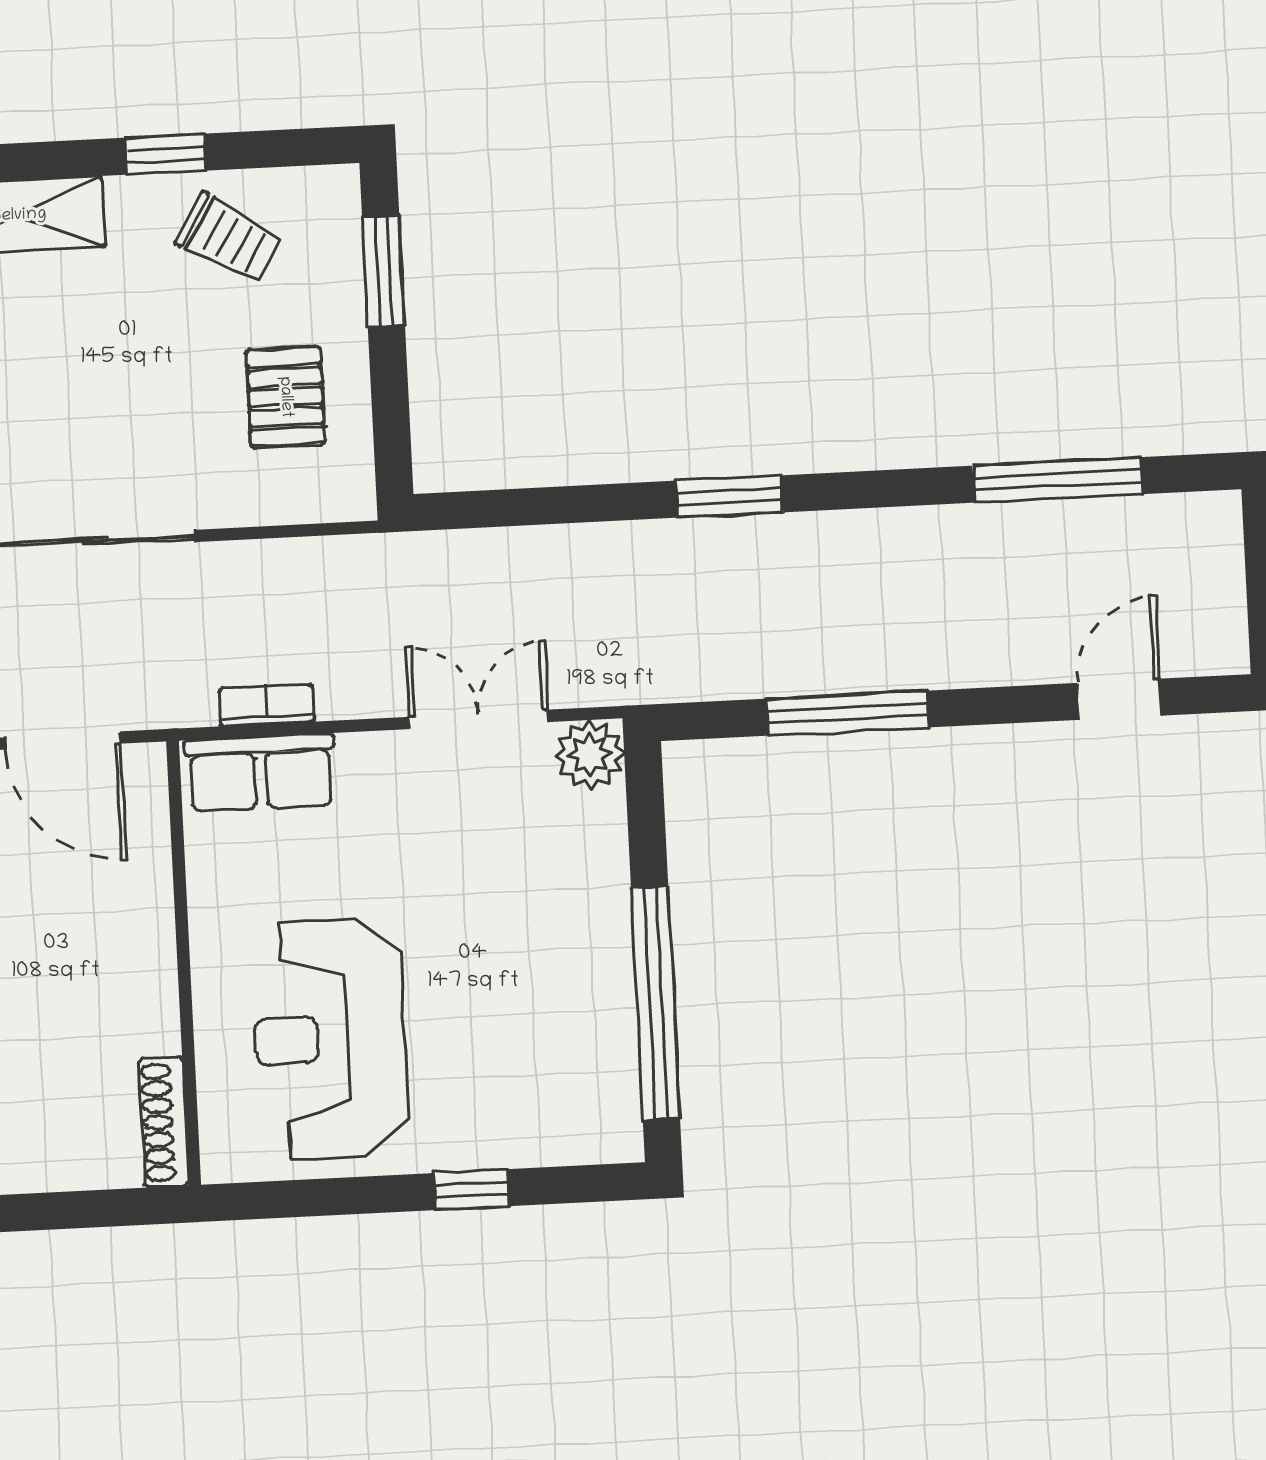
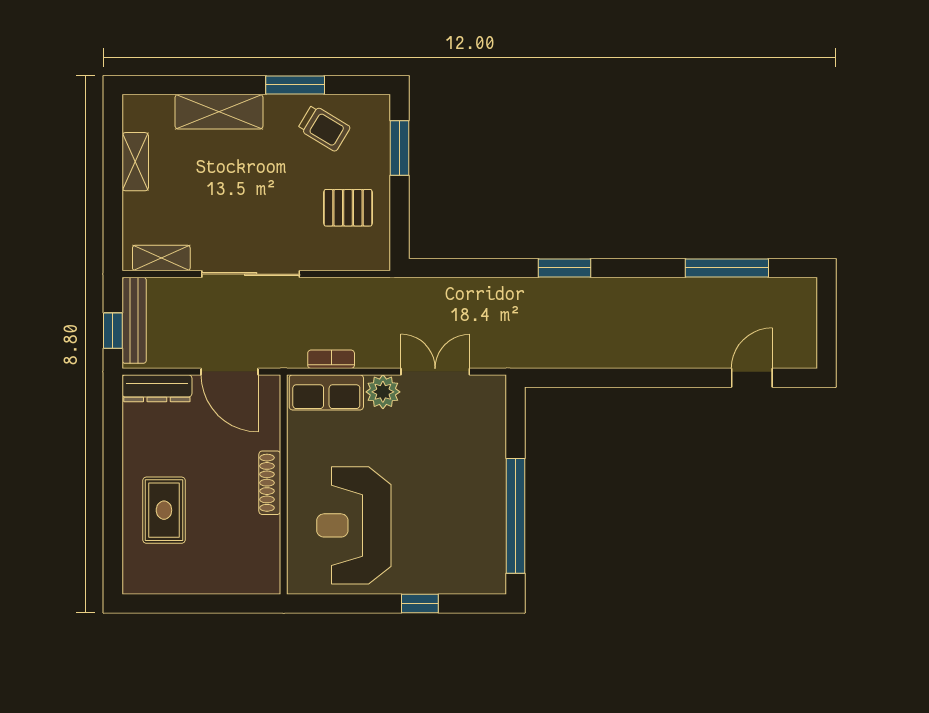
window: (166, 154) -> (295, 85), width x1.50
pallet: (285, 397) -> (348, 208), turned 90
window: (848, 713) -> (618, 378), removed
plant: (590, 755) -> (383, 392), moved
shoe rack: (164, 1122) -> (270, 483), moved

